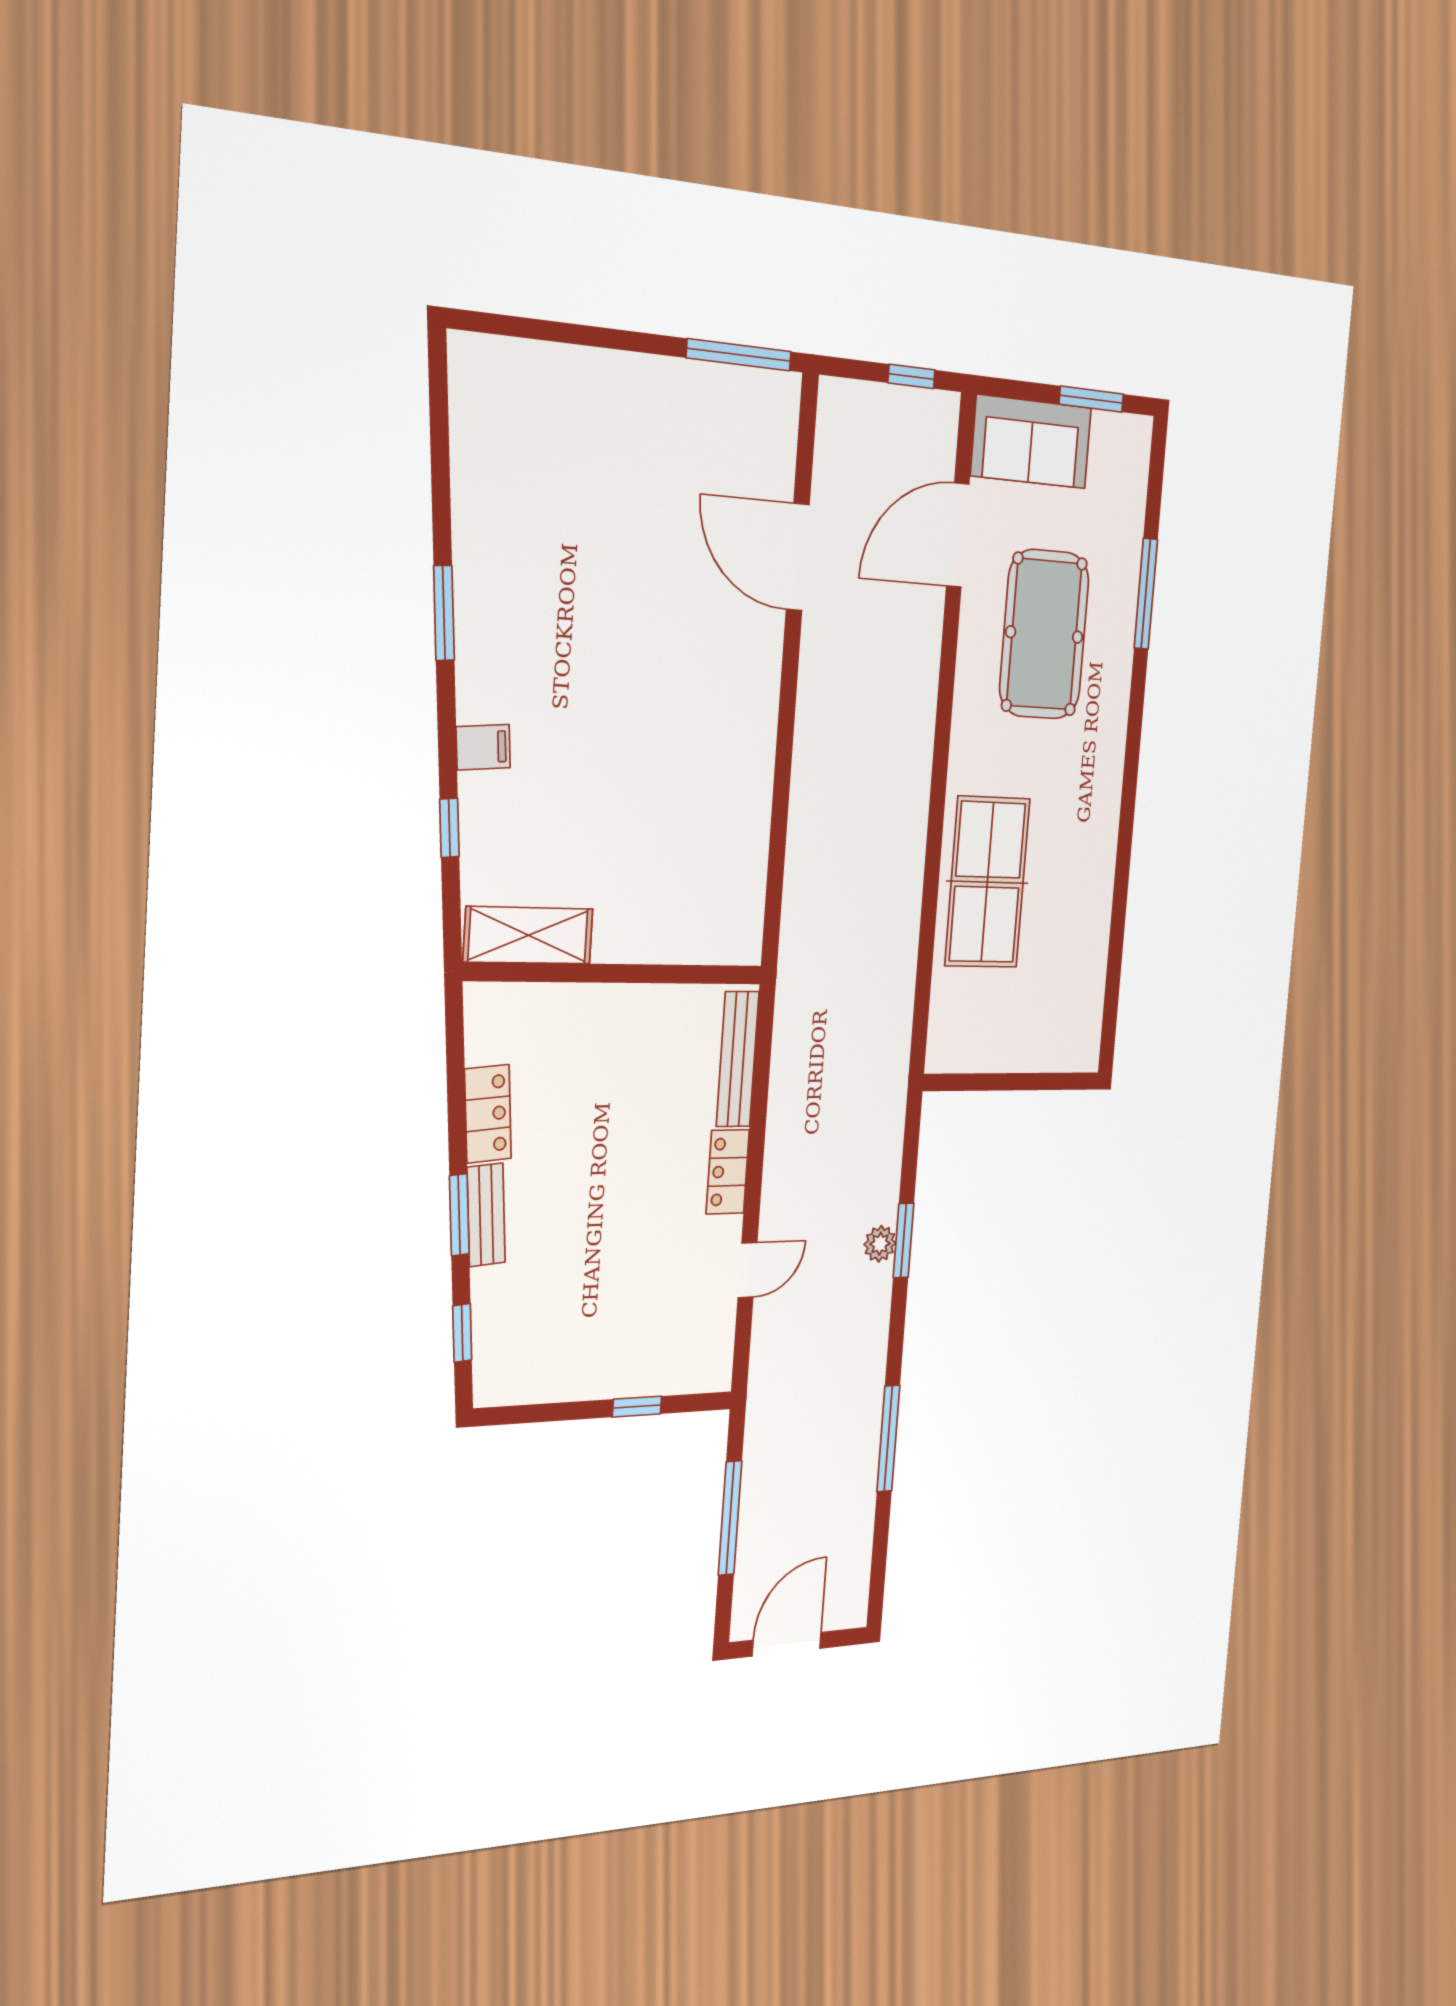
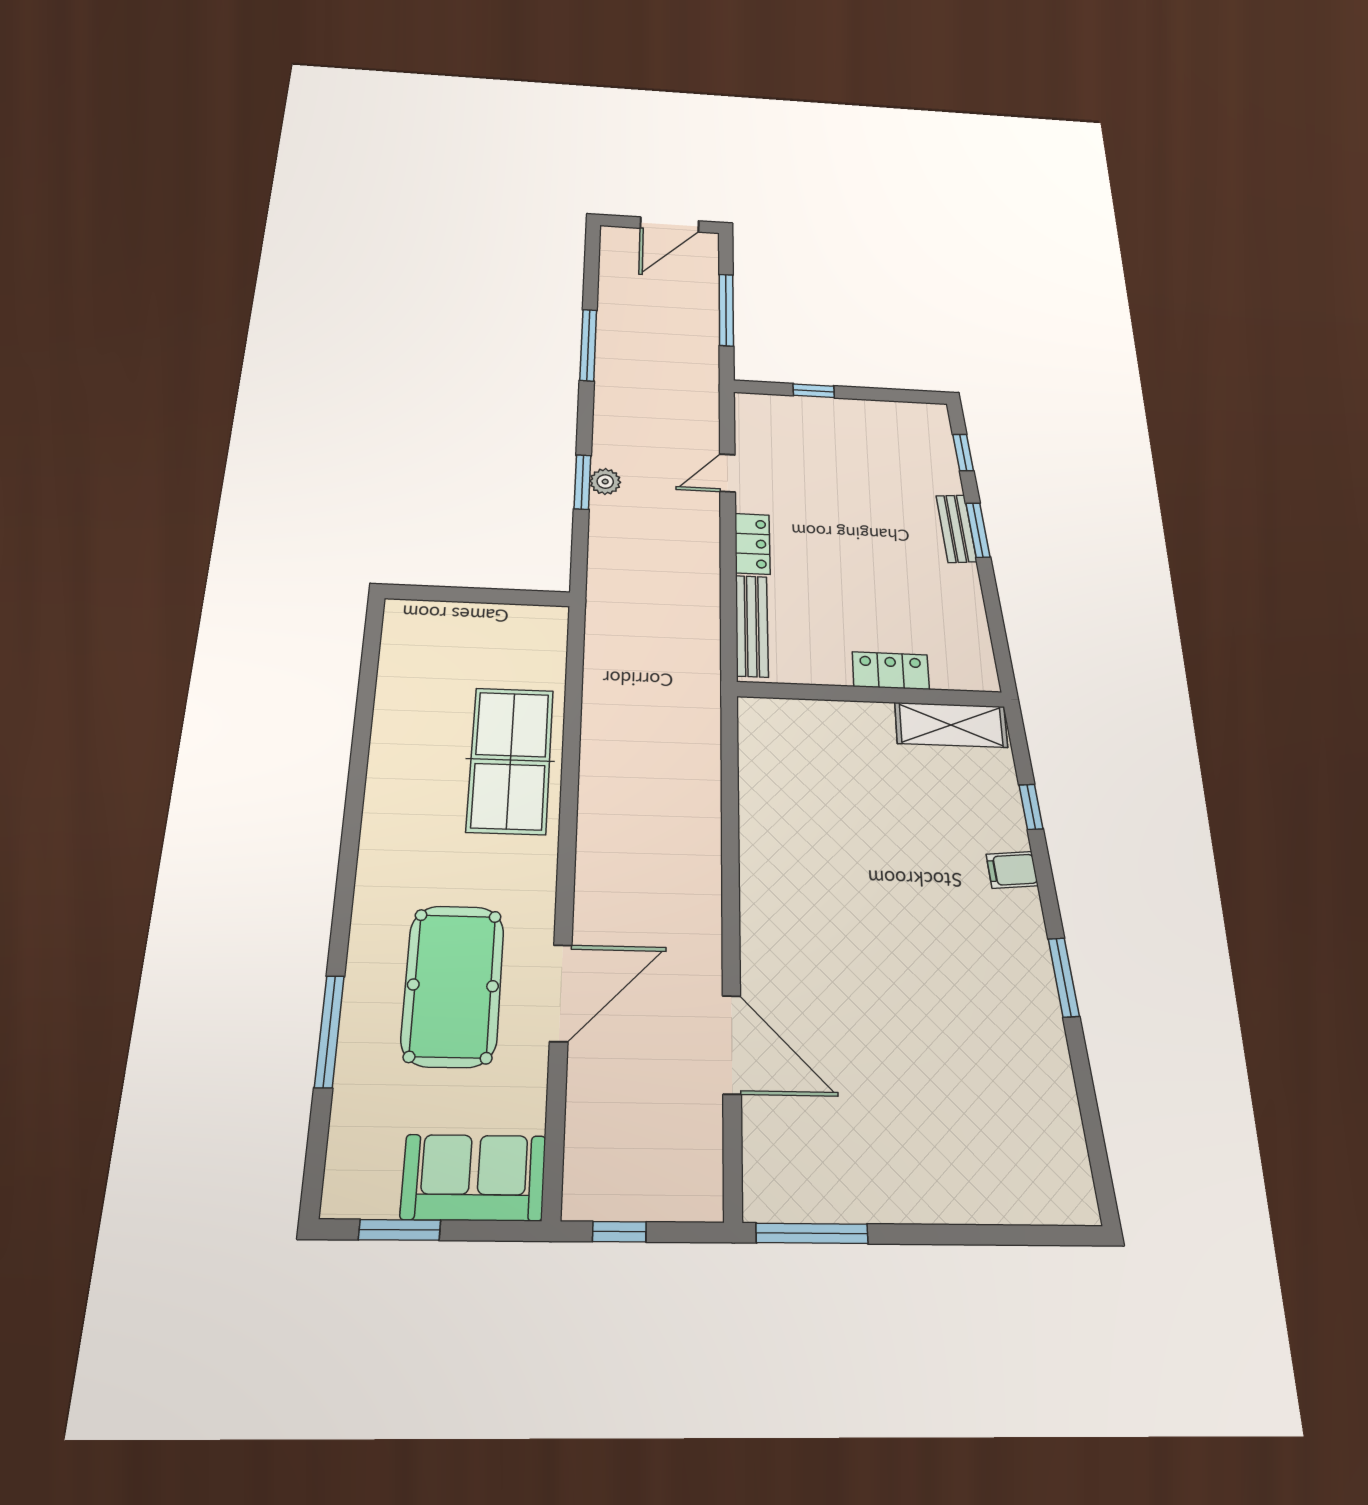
door: (958, 535) -> (561, 993), moved
locker: (488, 1114) -> (891, 671), moved, turned 95

